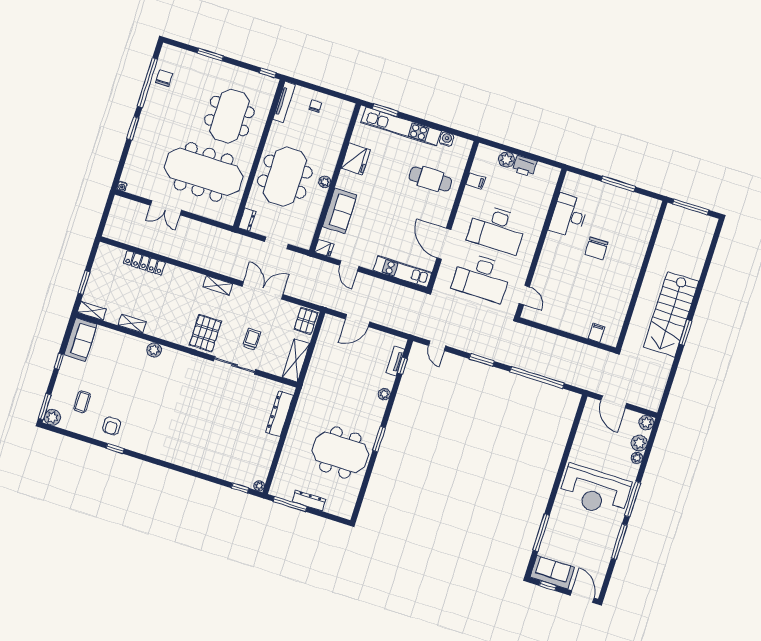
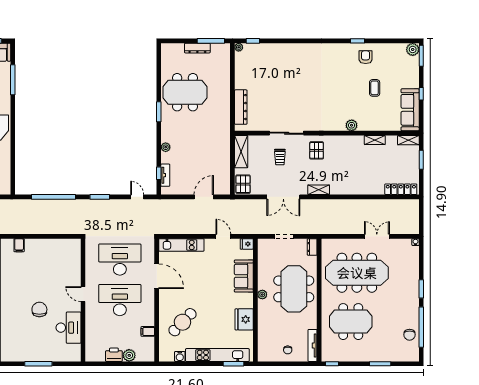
meeting table: (229, 116) -> (351, 322), turned 90
cafe table: (430, 179) -> (182, 322), turned -46
locker: (144, 263) -> (401, 189), moved
door: (524, 295) -> (83, 294), moved
pallet: (205, 333) -> (317, 150), width x0.67, depth x0.71
sofa: (81, 340) -> (410, 110), width x1.36
coffee table: (82, 402) -> (375, 88), moved

